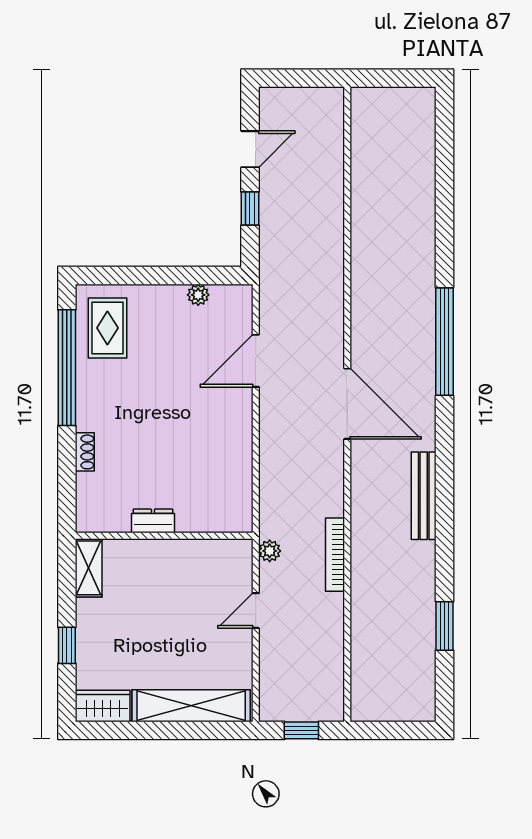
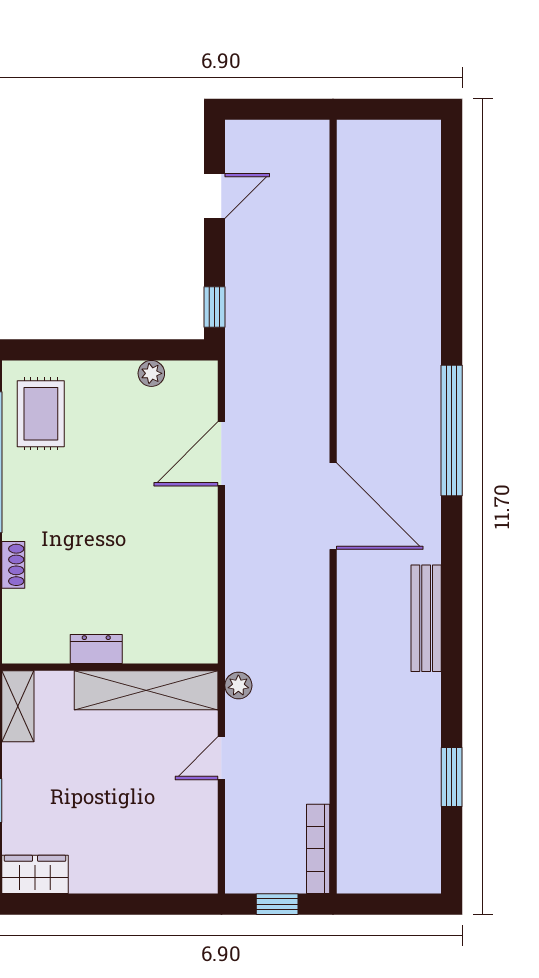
window: (250, 209) -> (214, 307), moved
bookcase: (335, 555) -> (318, 849), moved
shelving: (191, 706) -> (146, 690), moved

